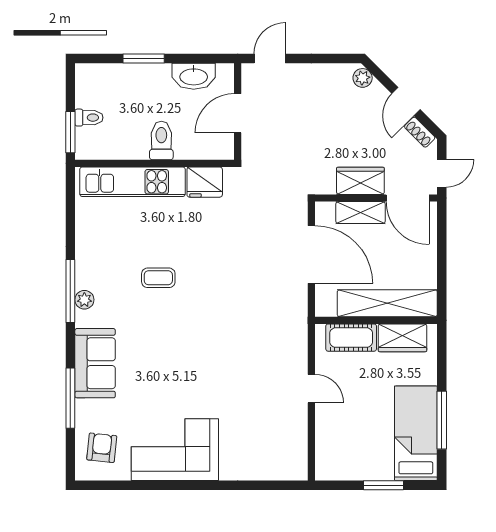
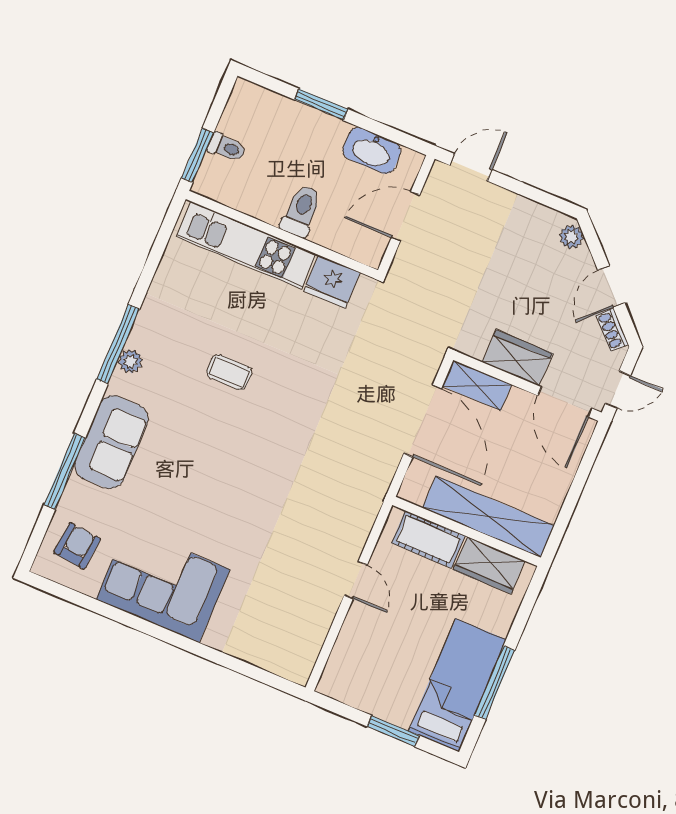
shelving: (361, 213) -> (477, 385), moved

